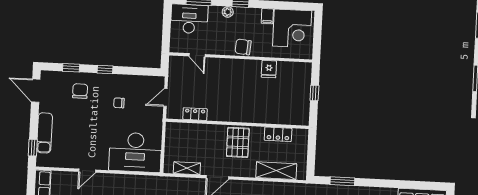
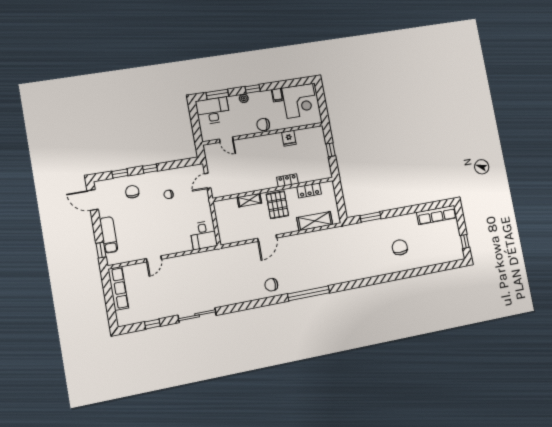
locker: (195, 114) -> (287, 180), moved
desk: (135, 152) -> (203, 235), width x0.53, depth x0.77
shelving: (187, 168) -> (249, 200), moved

